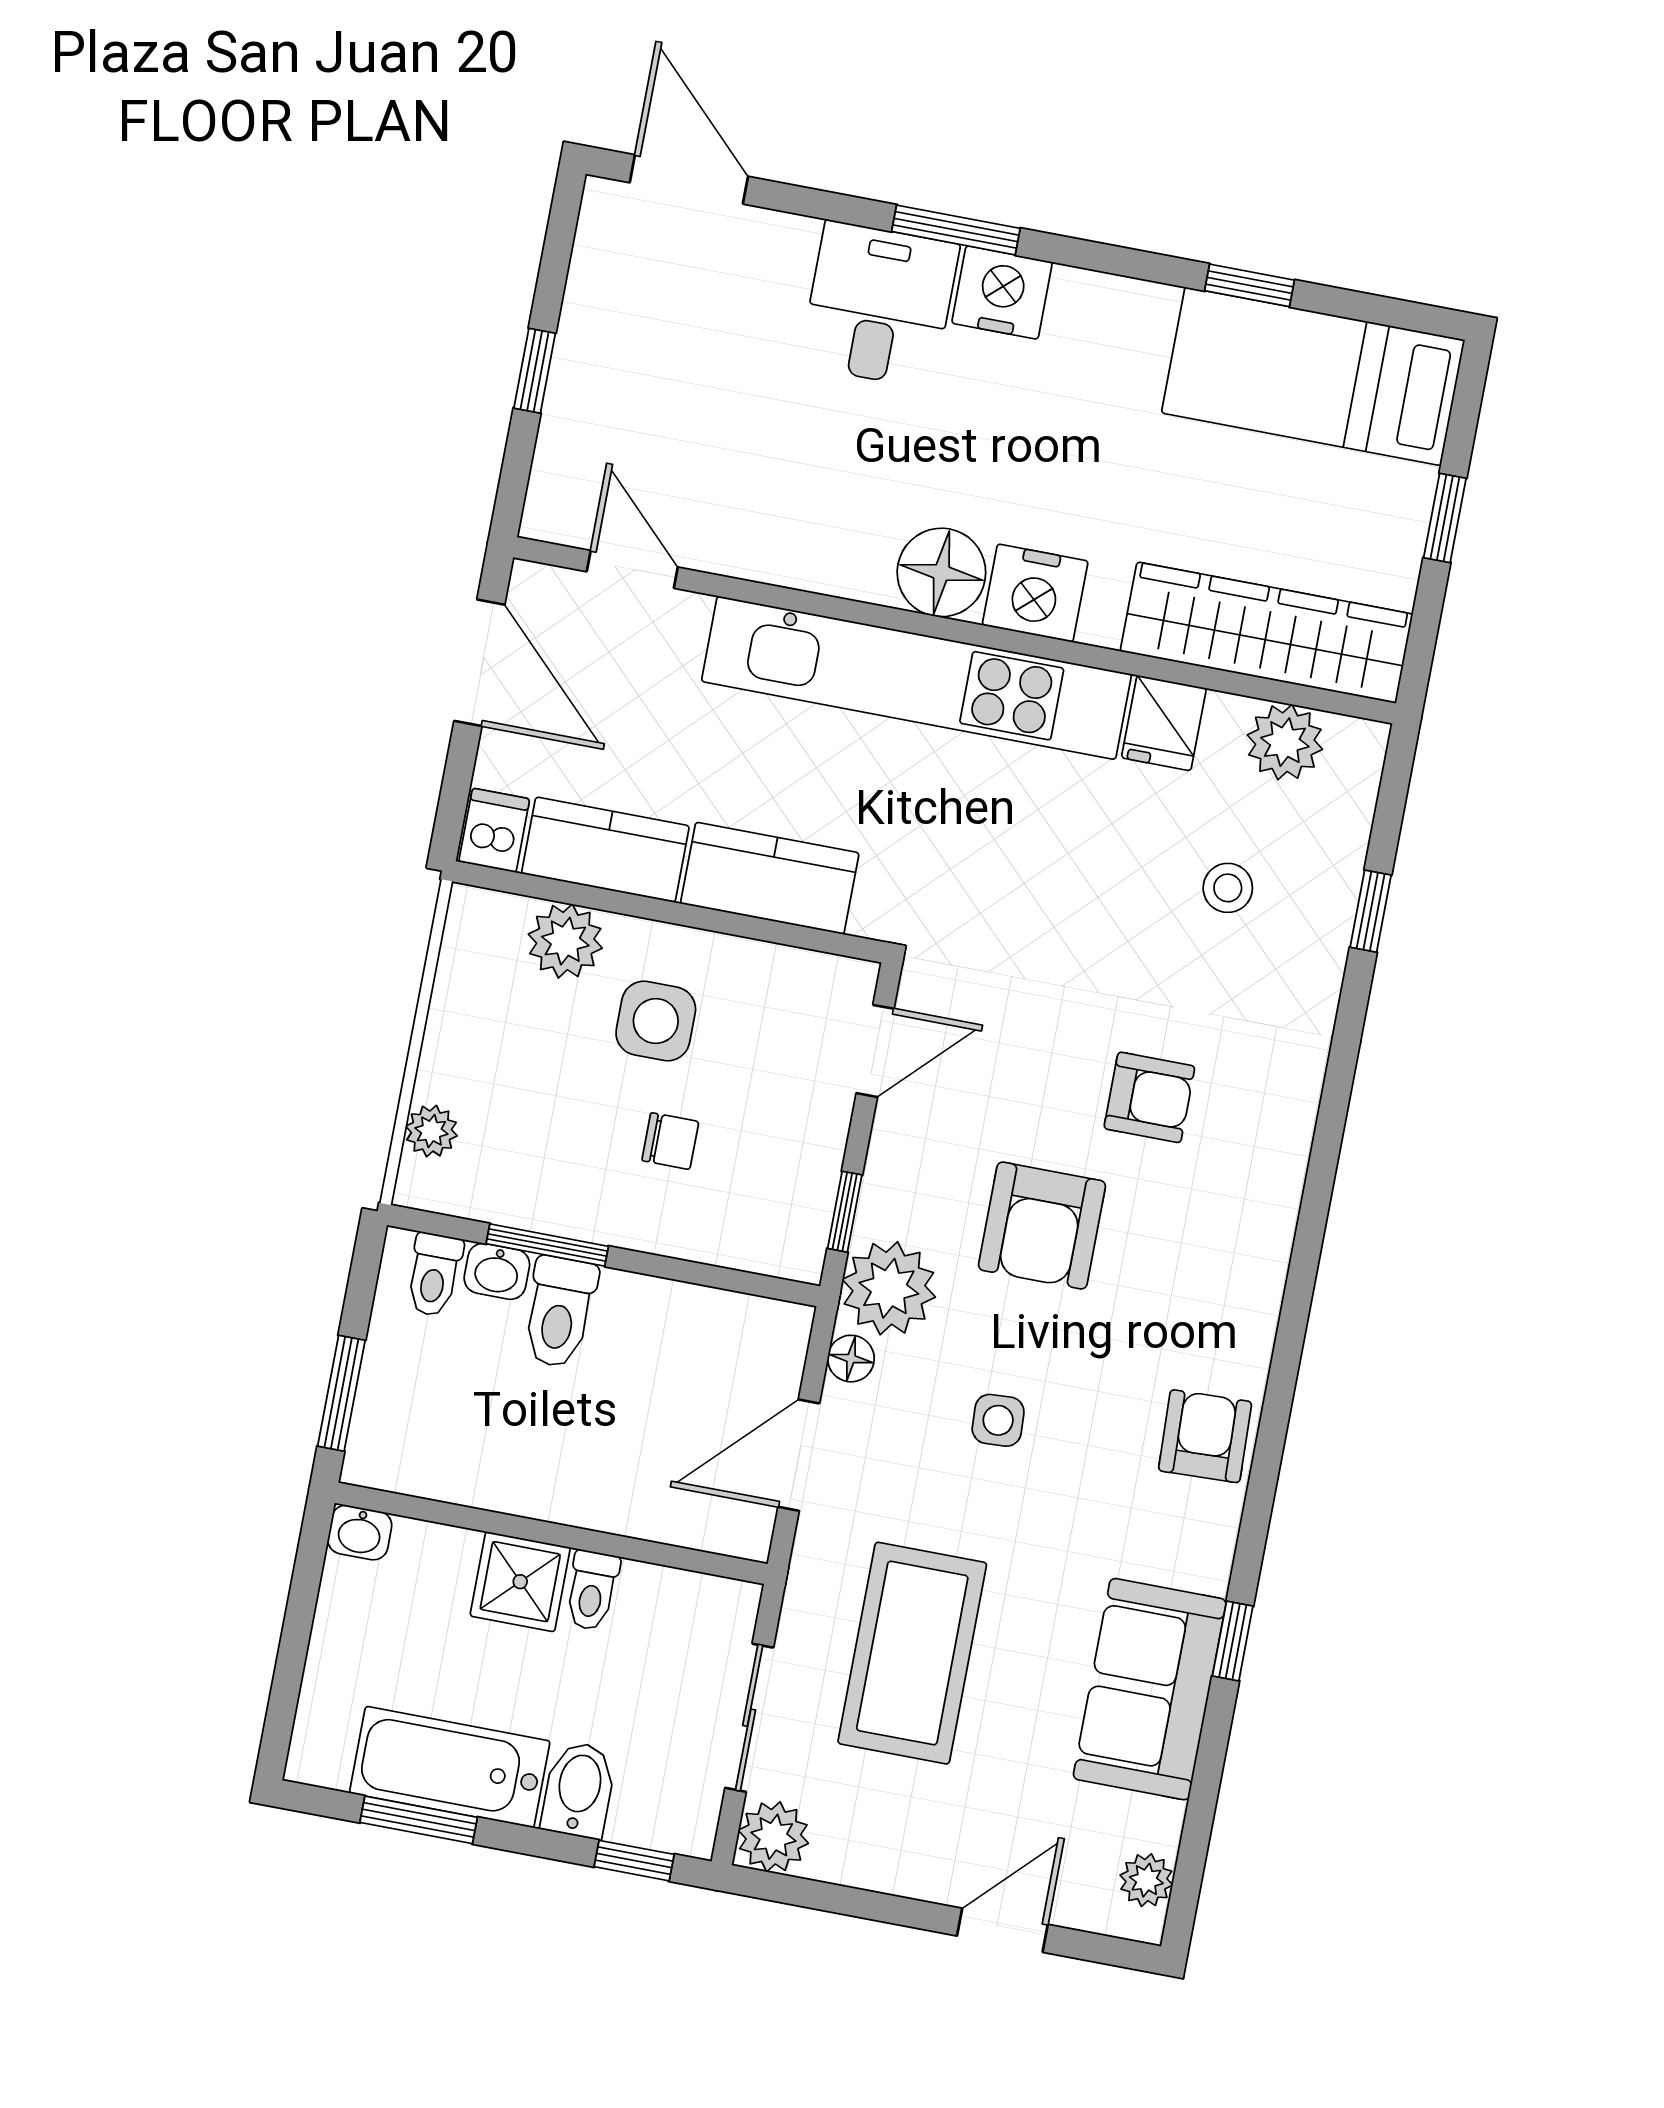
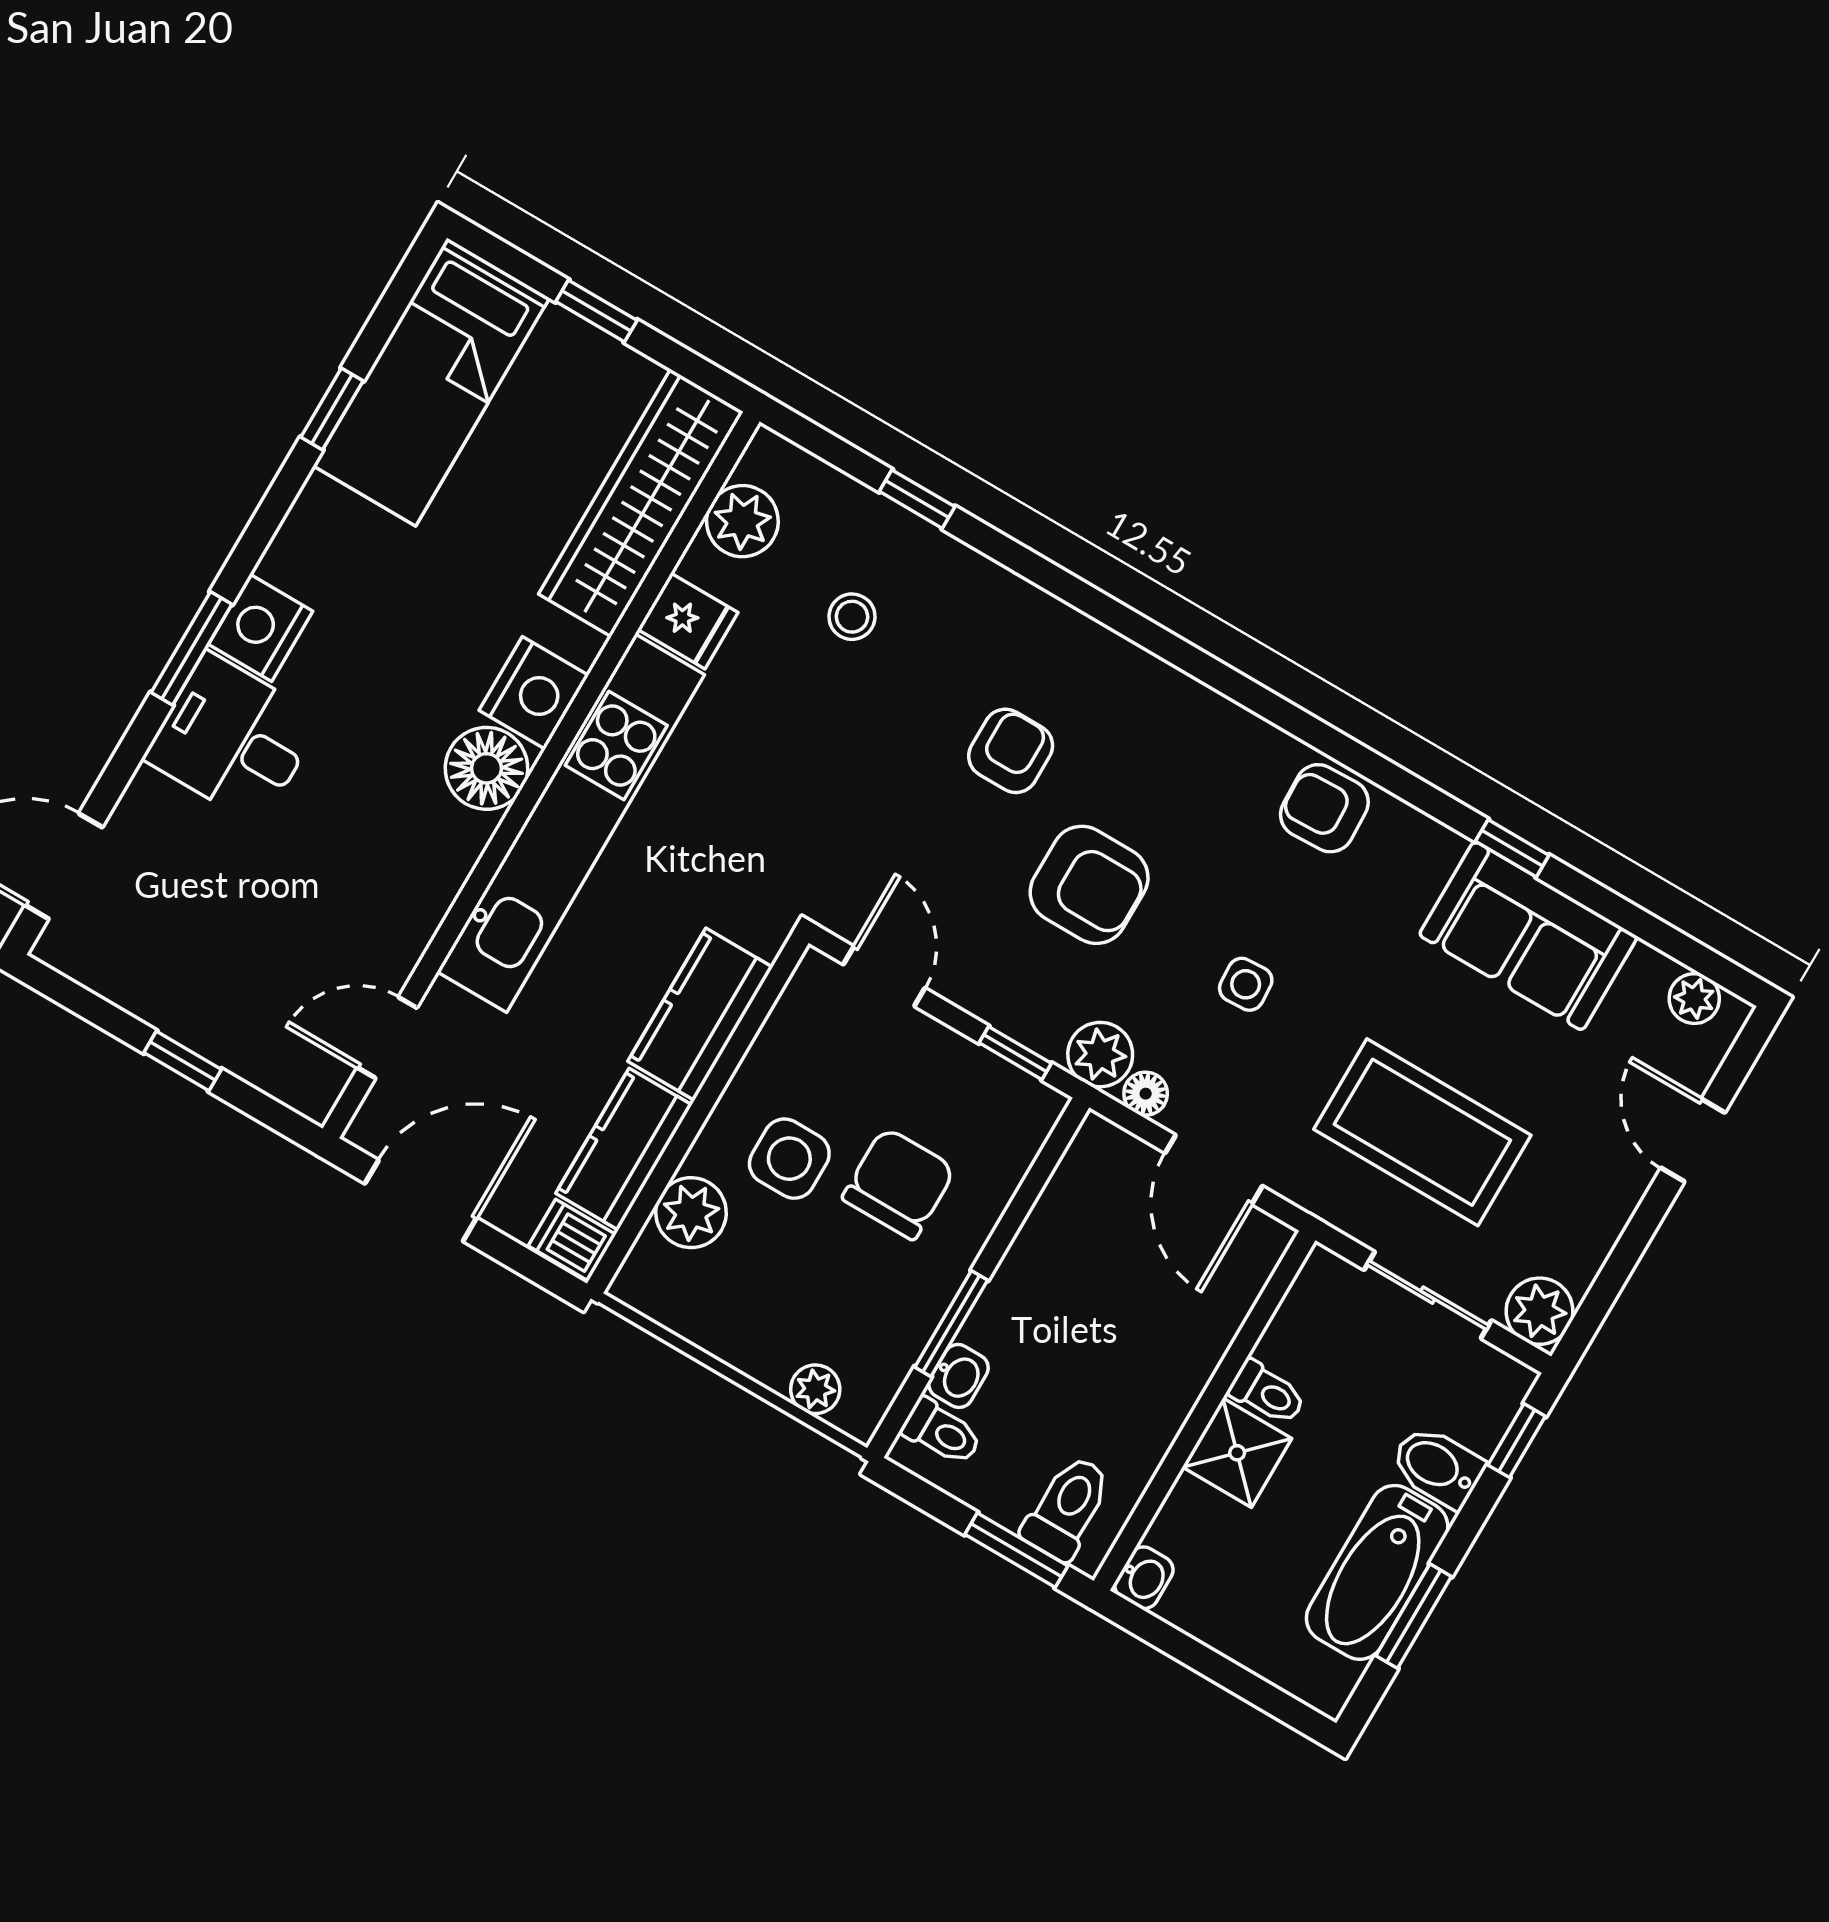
chair: (670, 1141) -> (899, 1184), width x1.87, depth x1.87
plant: (889, 1288) -> (1100, 1055), width x0.73, depth x0.73
toilet: (559, 1312) -> (1067, 1508), moved, turned -90

